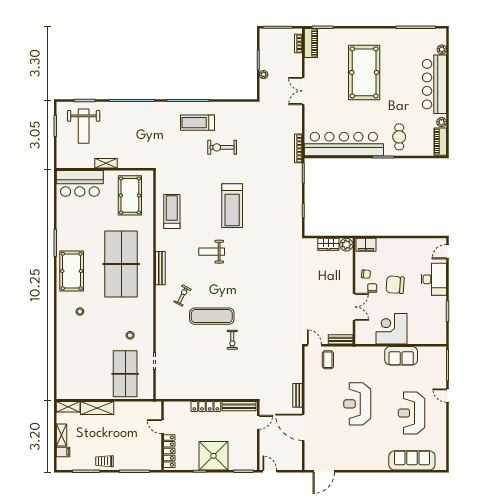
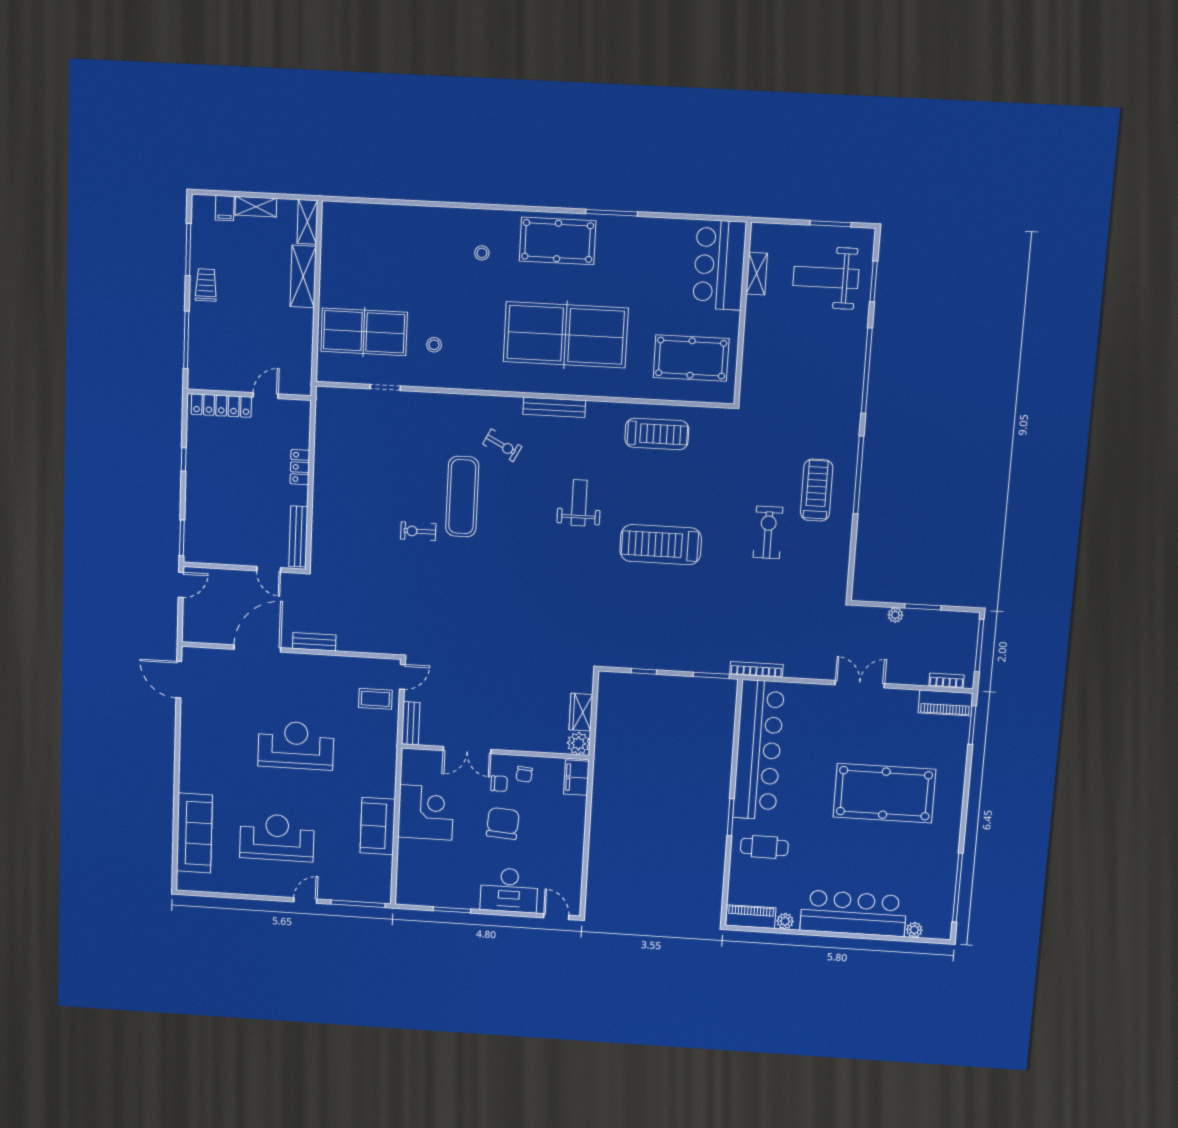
shelving: (106, 163) -> (757, 274), moved
locker: (206, 407) -> (300, 467), width x0.66
shower: (213, 456) -> (211, 486), removed

